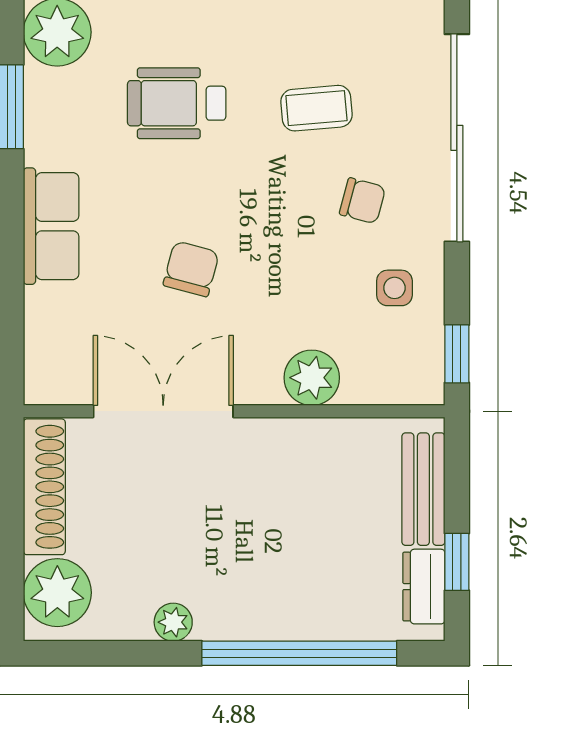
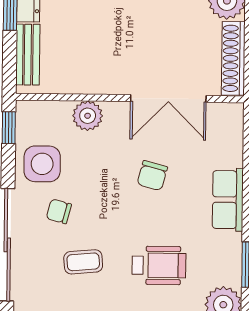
side table: (394, 288) -> (42, 164), width x1.87, depth x1.87

